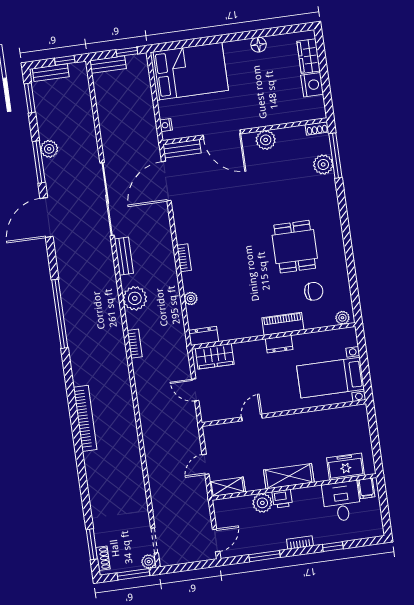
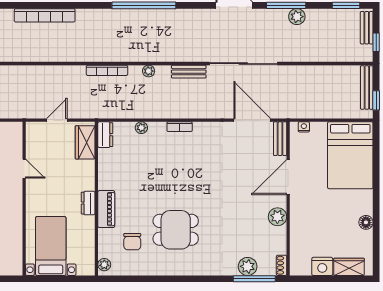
bench: (108, 65) -> (367, 87), width x1.36
plant: (135, 298) -> (149, 71), width x0.53, depth x0.53
bookcase: (135, 344) -> (107, 70), width x1.56

